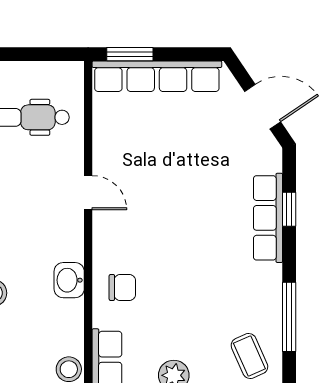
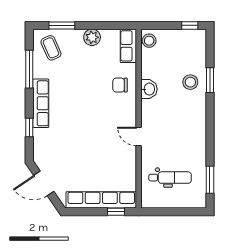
window: (130, 54) -> (116, 212), width x0.67
row of seats: (268, 218) -> (41, 103), moved

